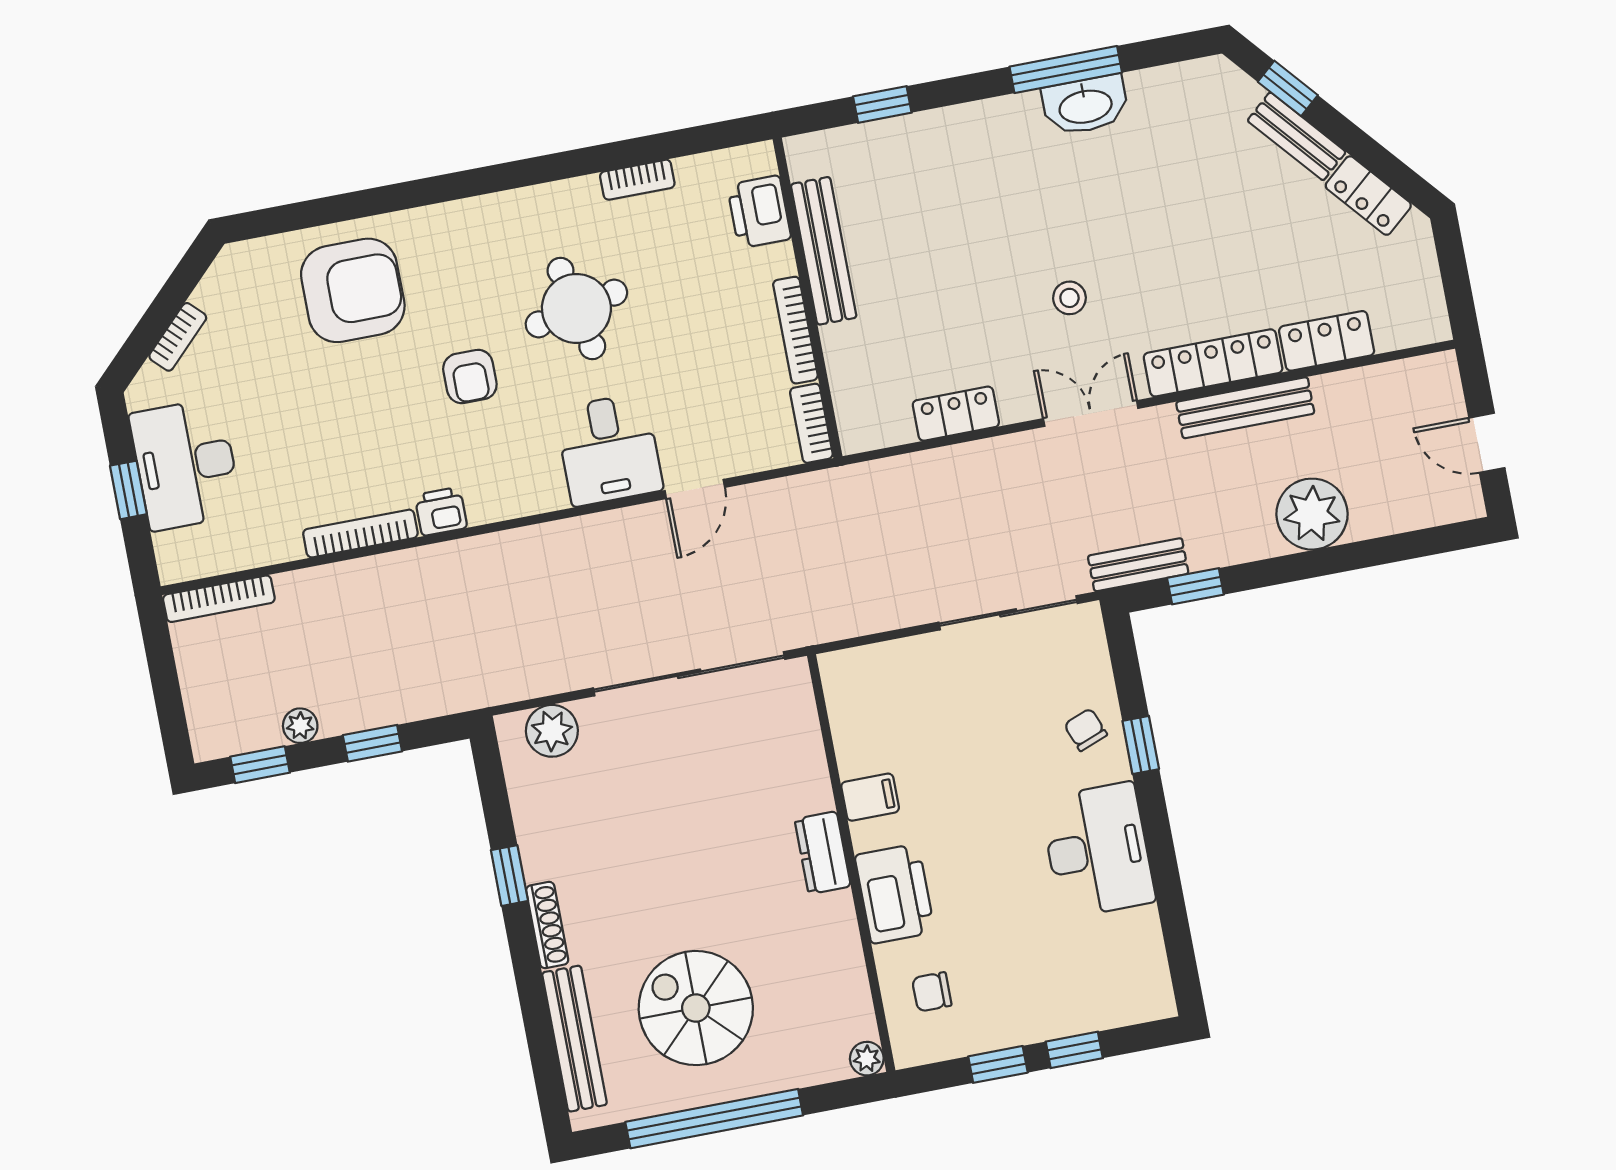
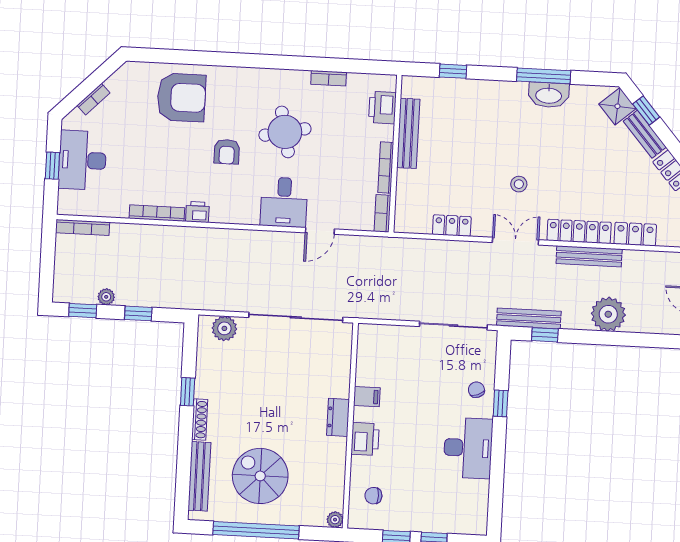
shower: (1228, 94) -> (617, 106), added
bench: (1138, 565) -> (529, 318), width x1.36
printer: (895, 894) -> (365, 439), width x0.73, depth x0.84

